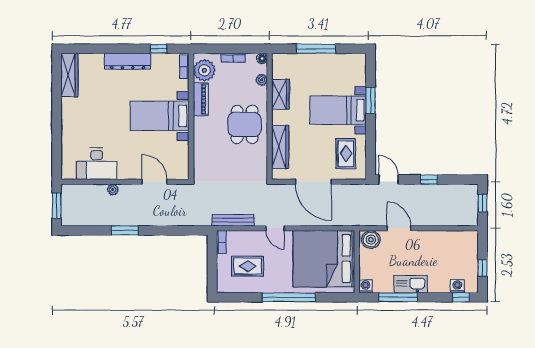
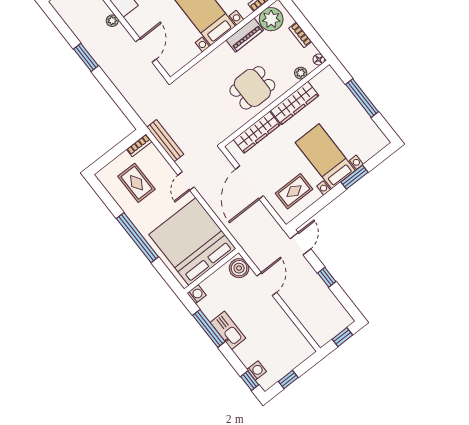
wardrobe: (280, 94) -> (295, 103), width x1.50

